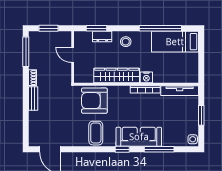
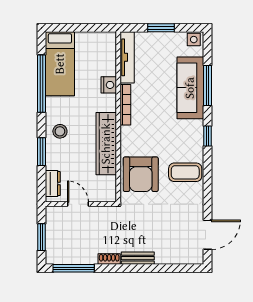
window: (96, 28) -> (42, 152), moved
dresser: (102, 36) -> (53, 184), moved
door: (73, 55) -> (78, 204), swing flipped
nightstand: (146, 77) -> (109, 85), moved
sofa: (139, 137) -> (190, 88), moved

